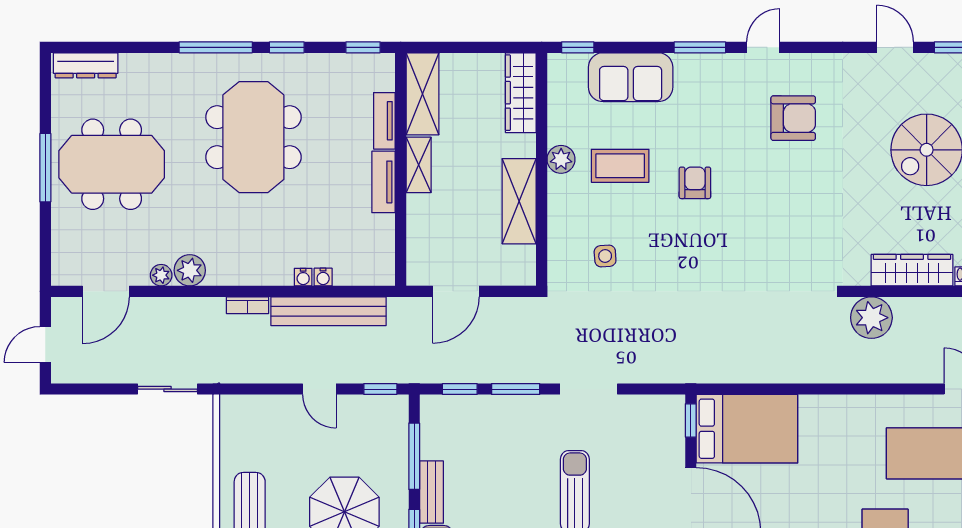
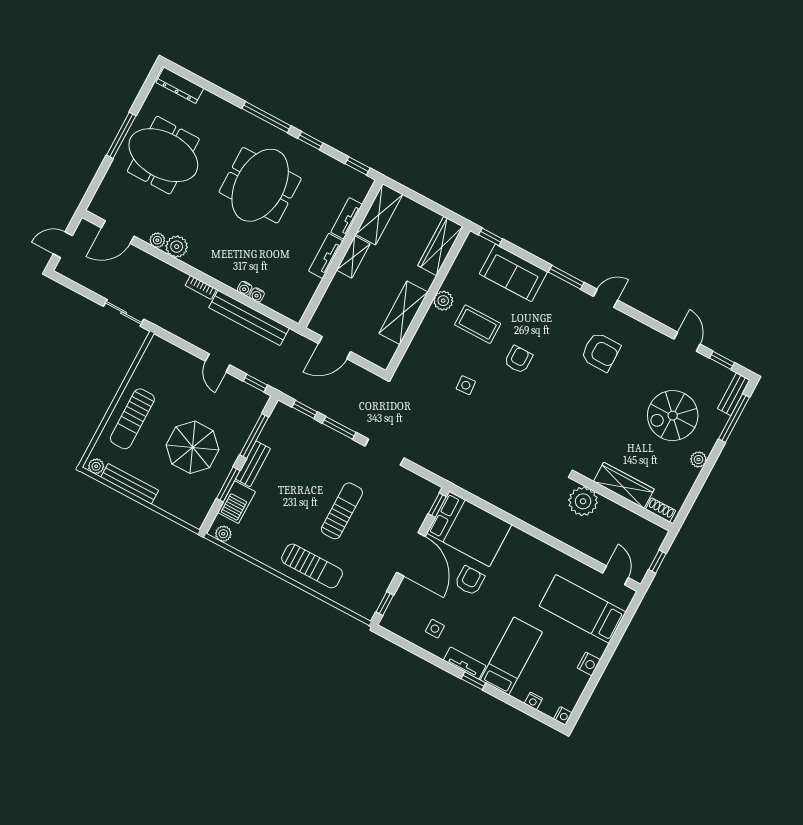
side table: (605, 256) -> (466, 385), moved
armchair: (782, 493) -> (470, 581), added

